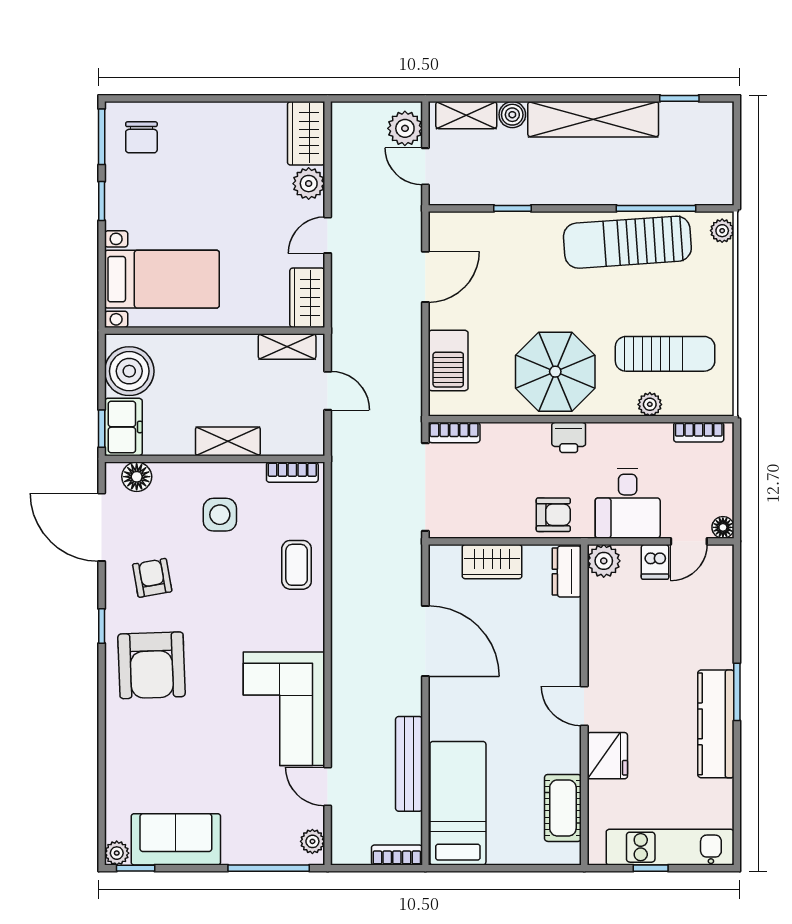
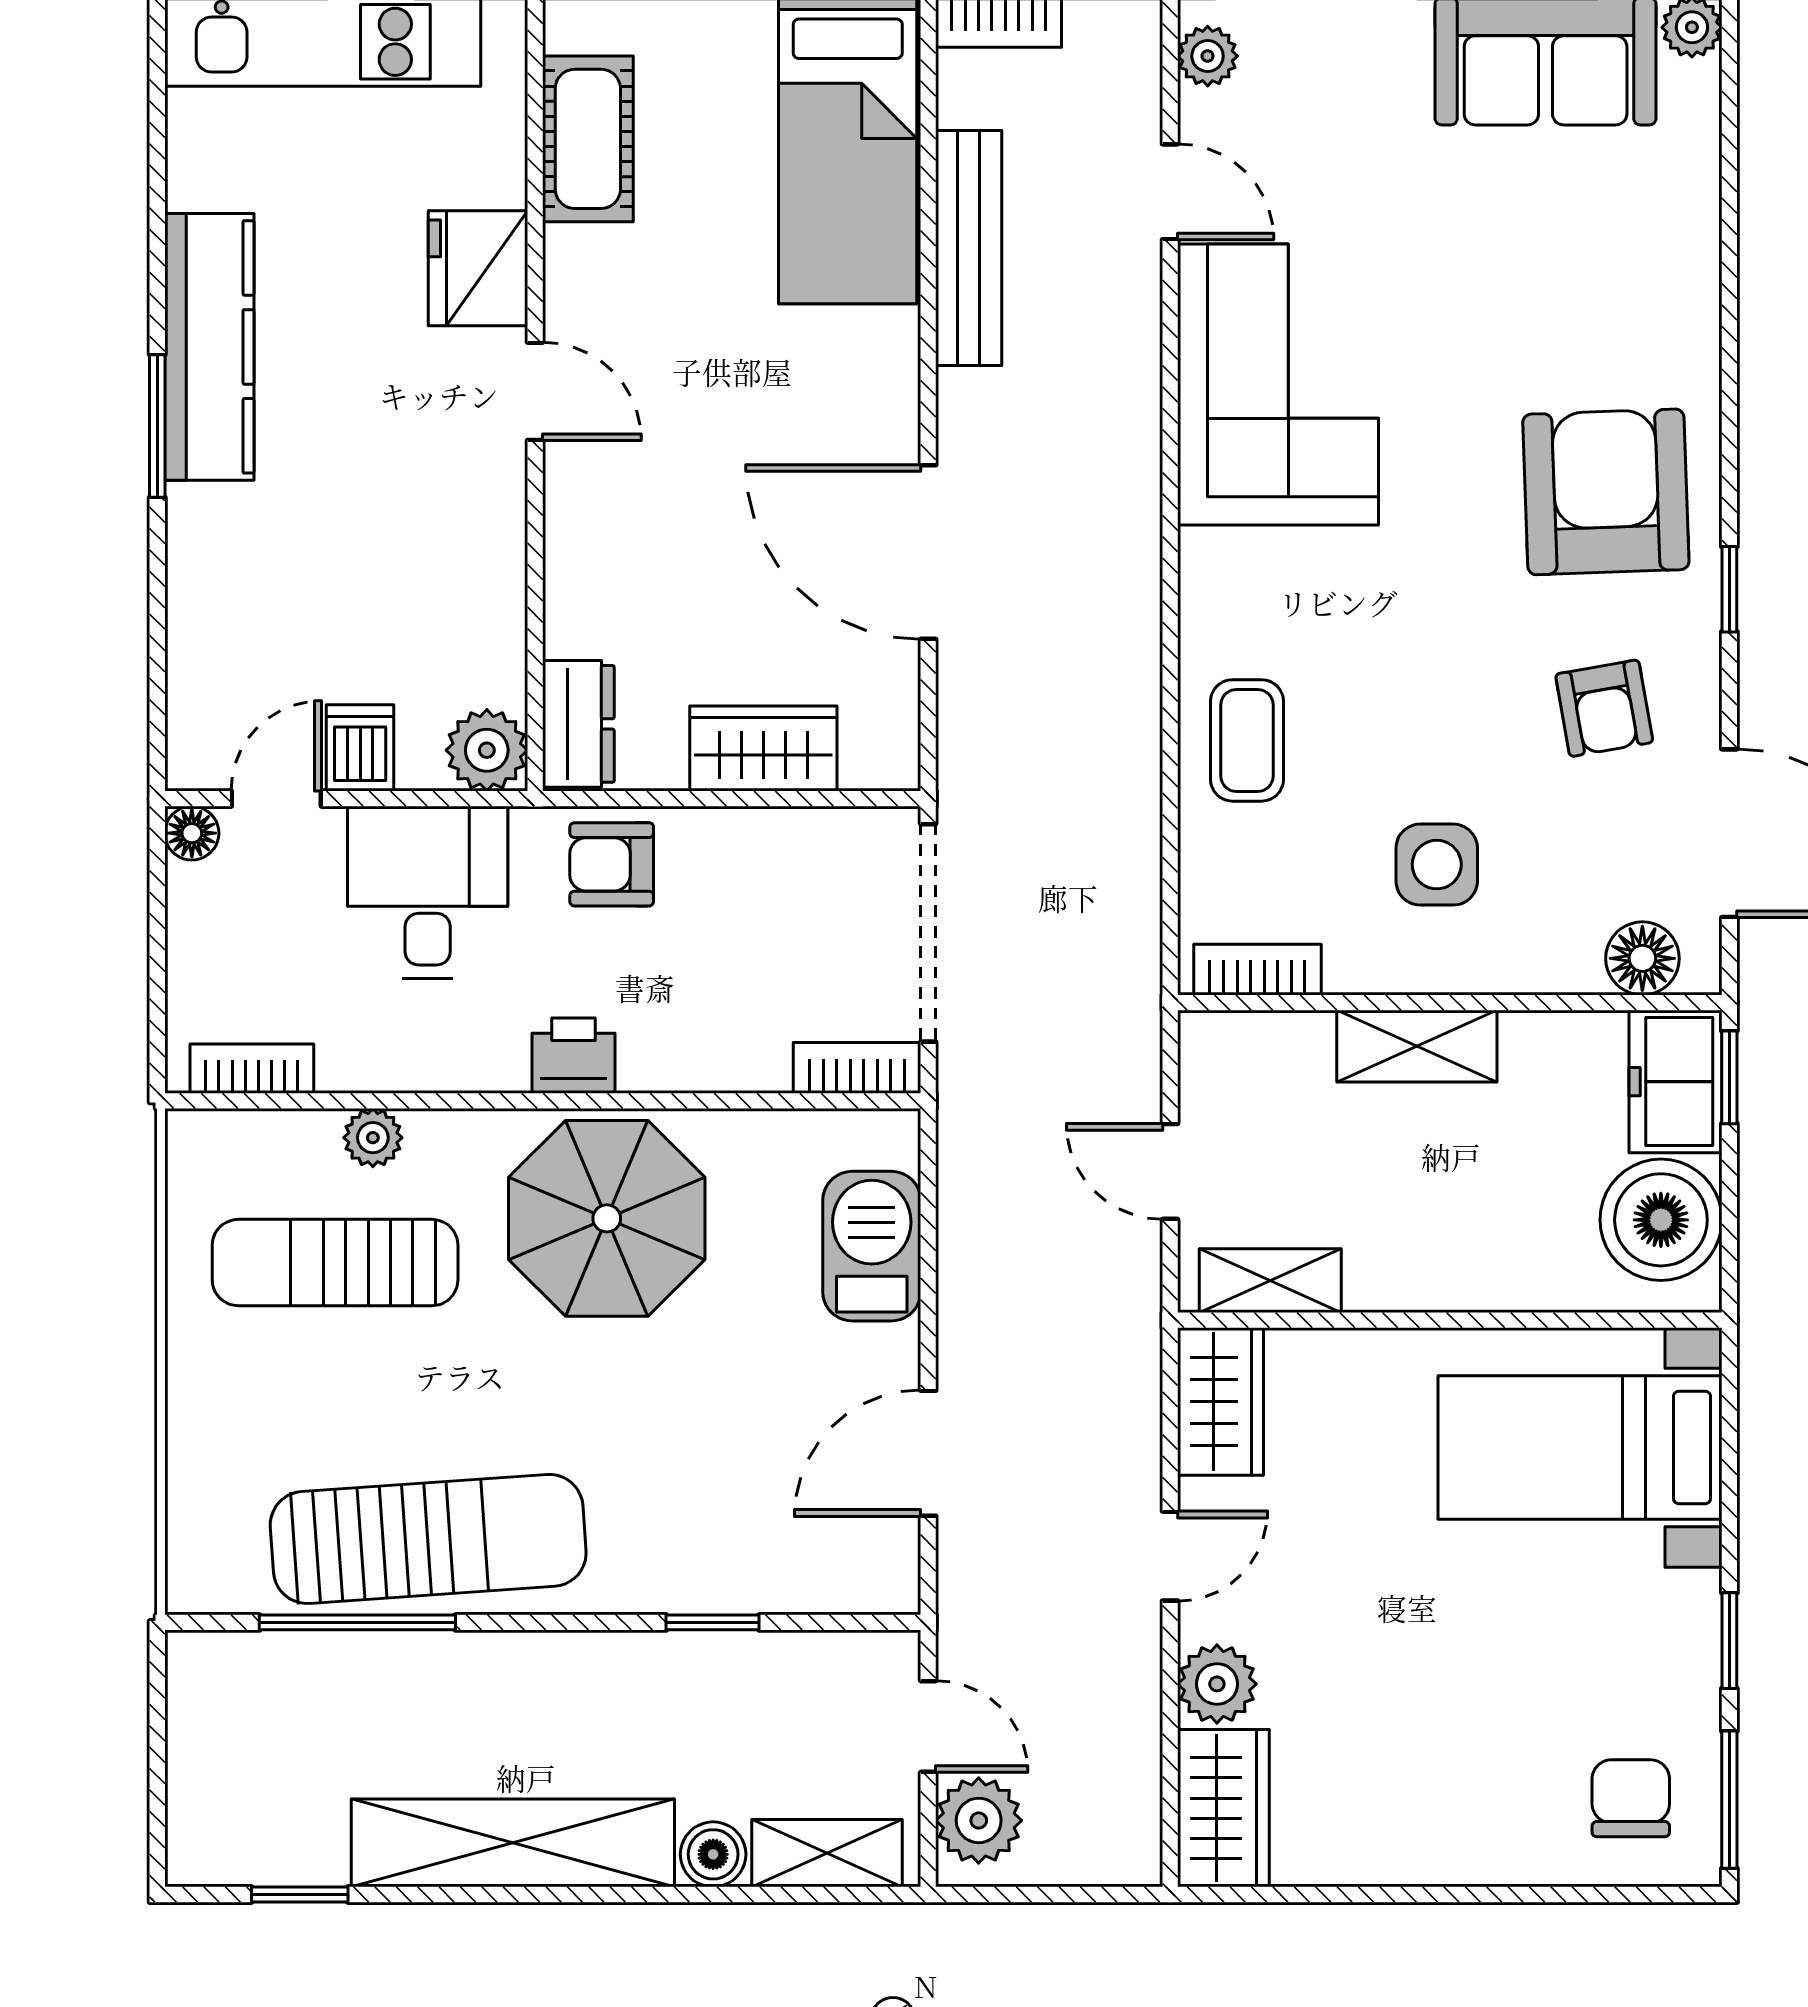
plant: (722, 231) -> (194, 1567), removed

